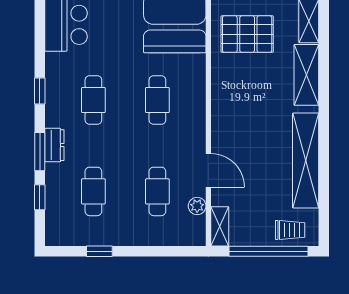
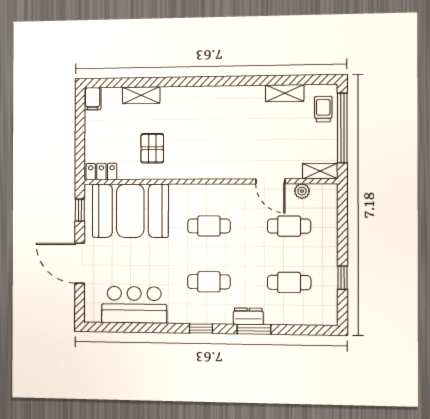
pallet: (247, 34) -> (152, 148), width x0.67, depth x0.71
shelving: (306, 75) -> (187, 97), removed
shelving: (306, 161) -> (285, 93), width x0.45, depth x0.75
door: (208, 170) -> (270, 181), swing flipped
window: (40, 197) -> (294, 330), removed

